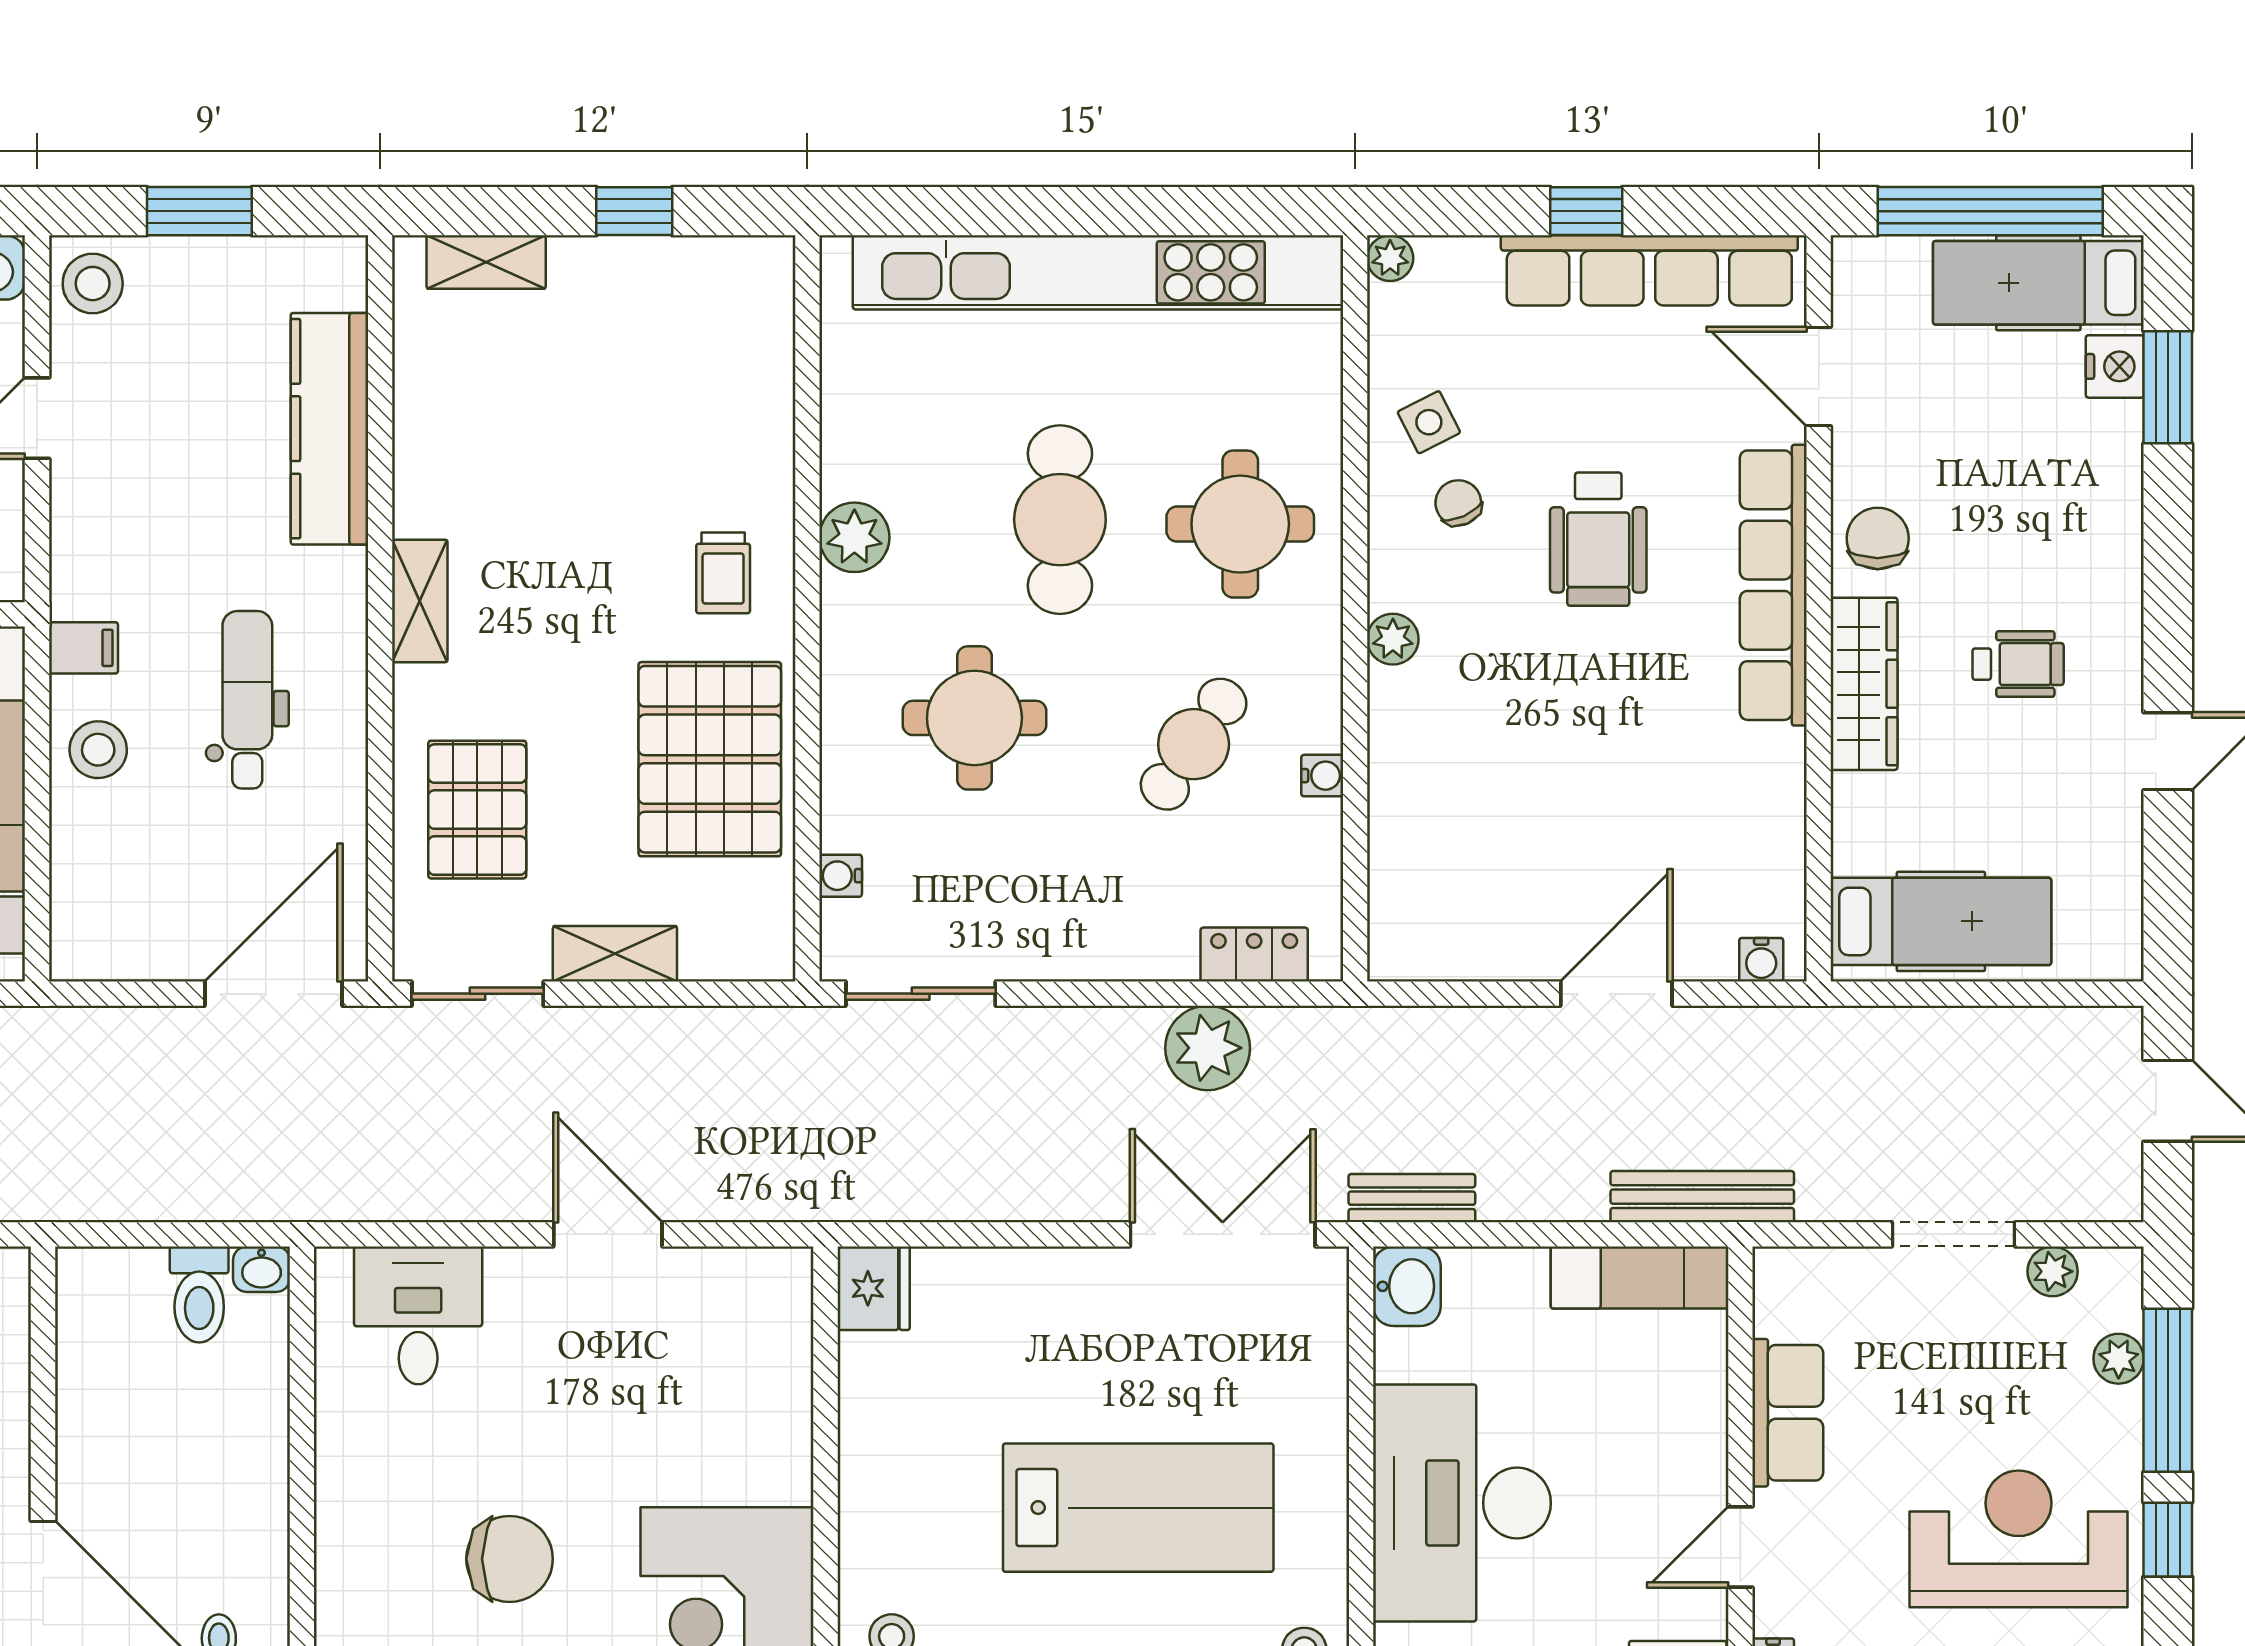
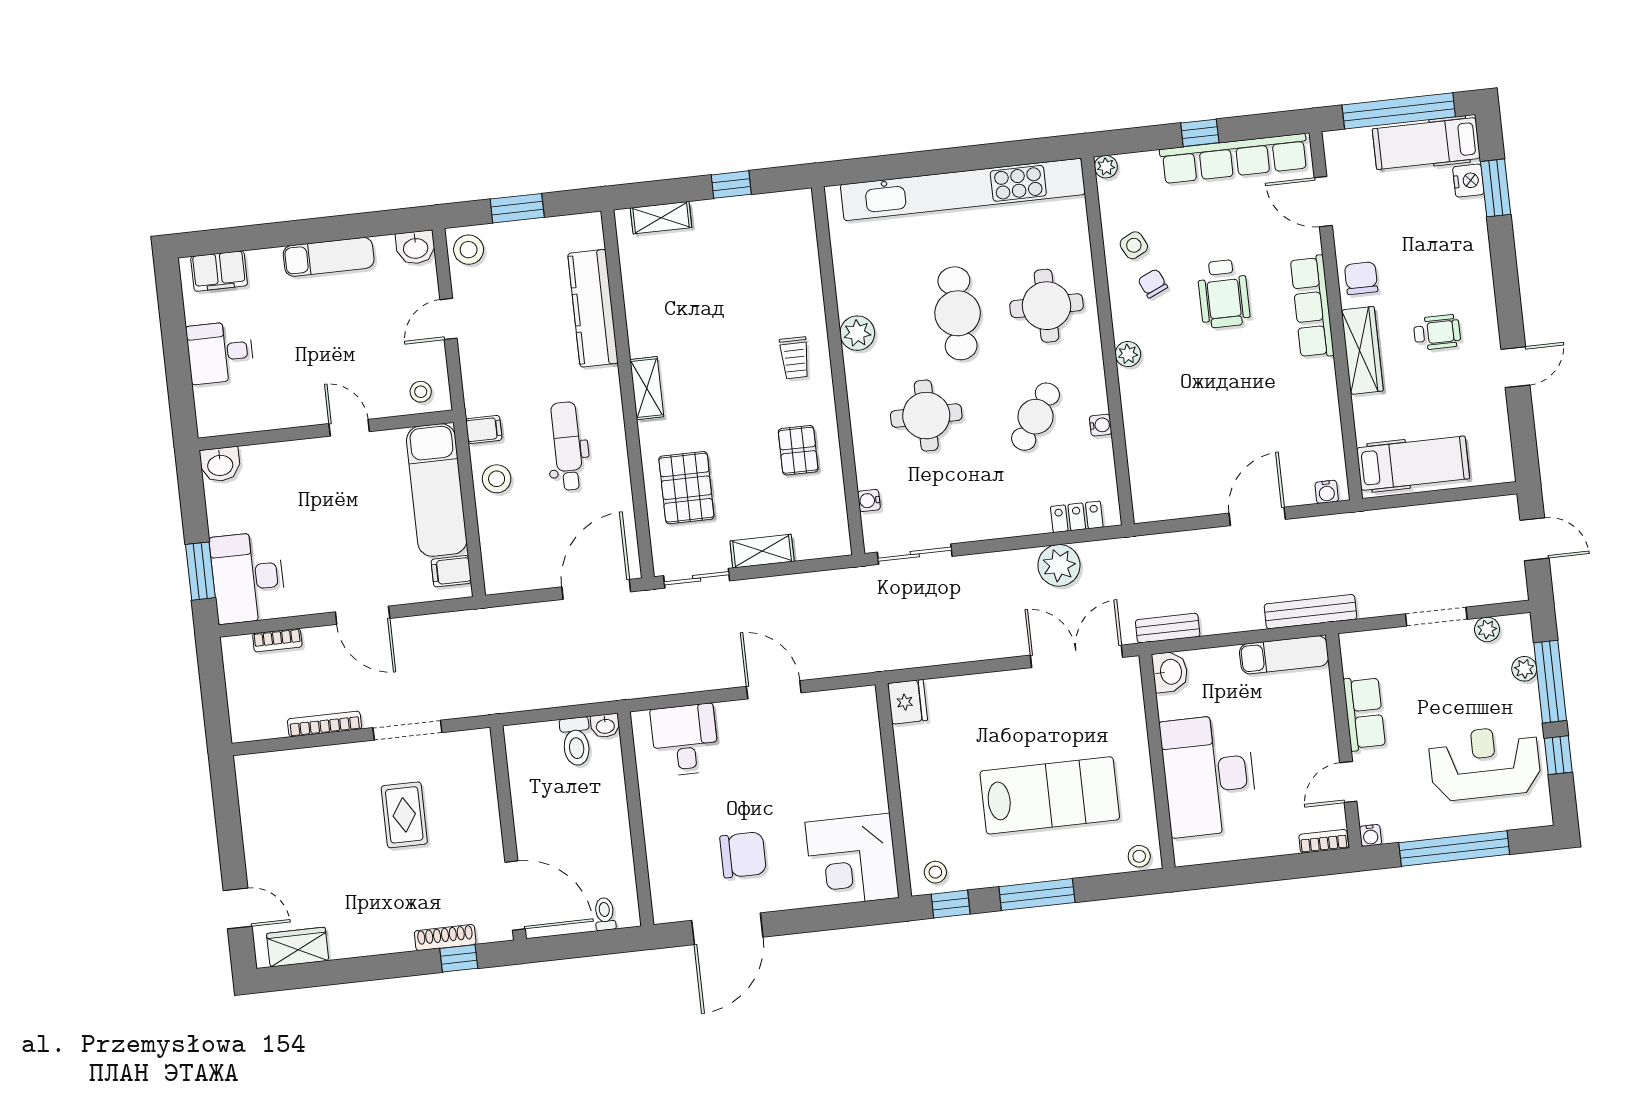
row of seats: (1773, 585) -> (1312, 307), width x0.73
pallet: (710, 759) -> (798, 450), width x0.49, depth x0.50

